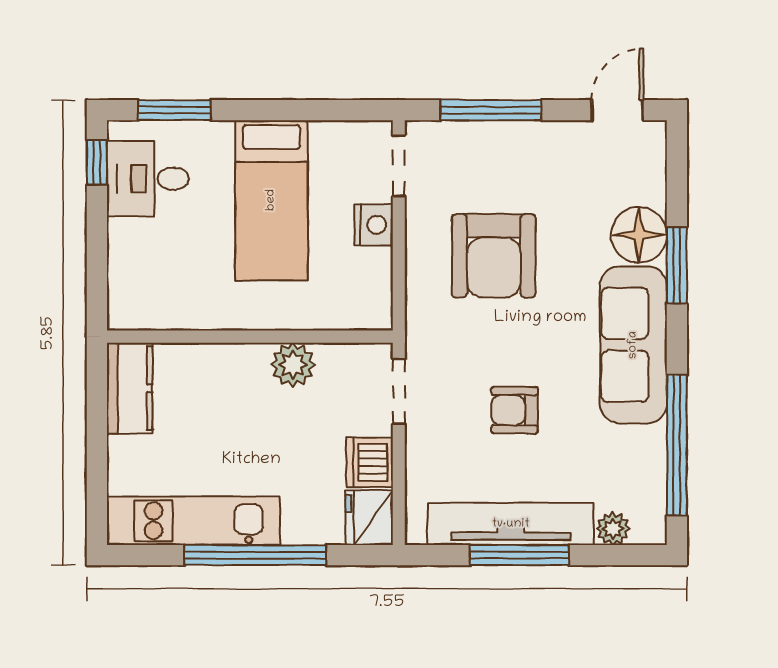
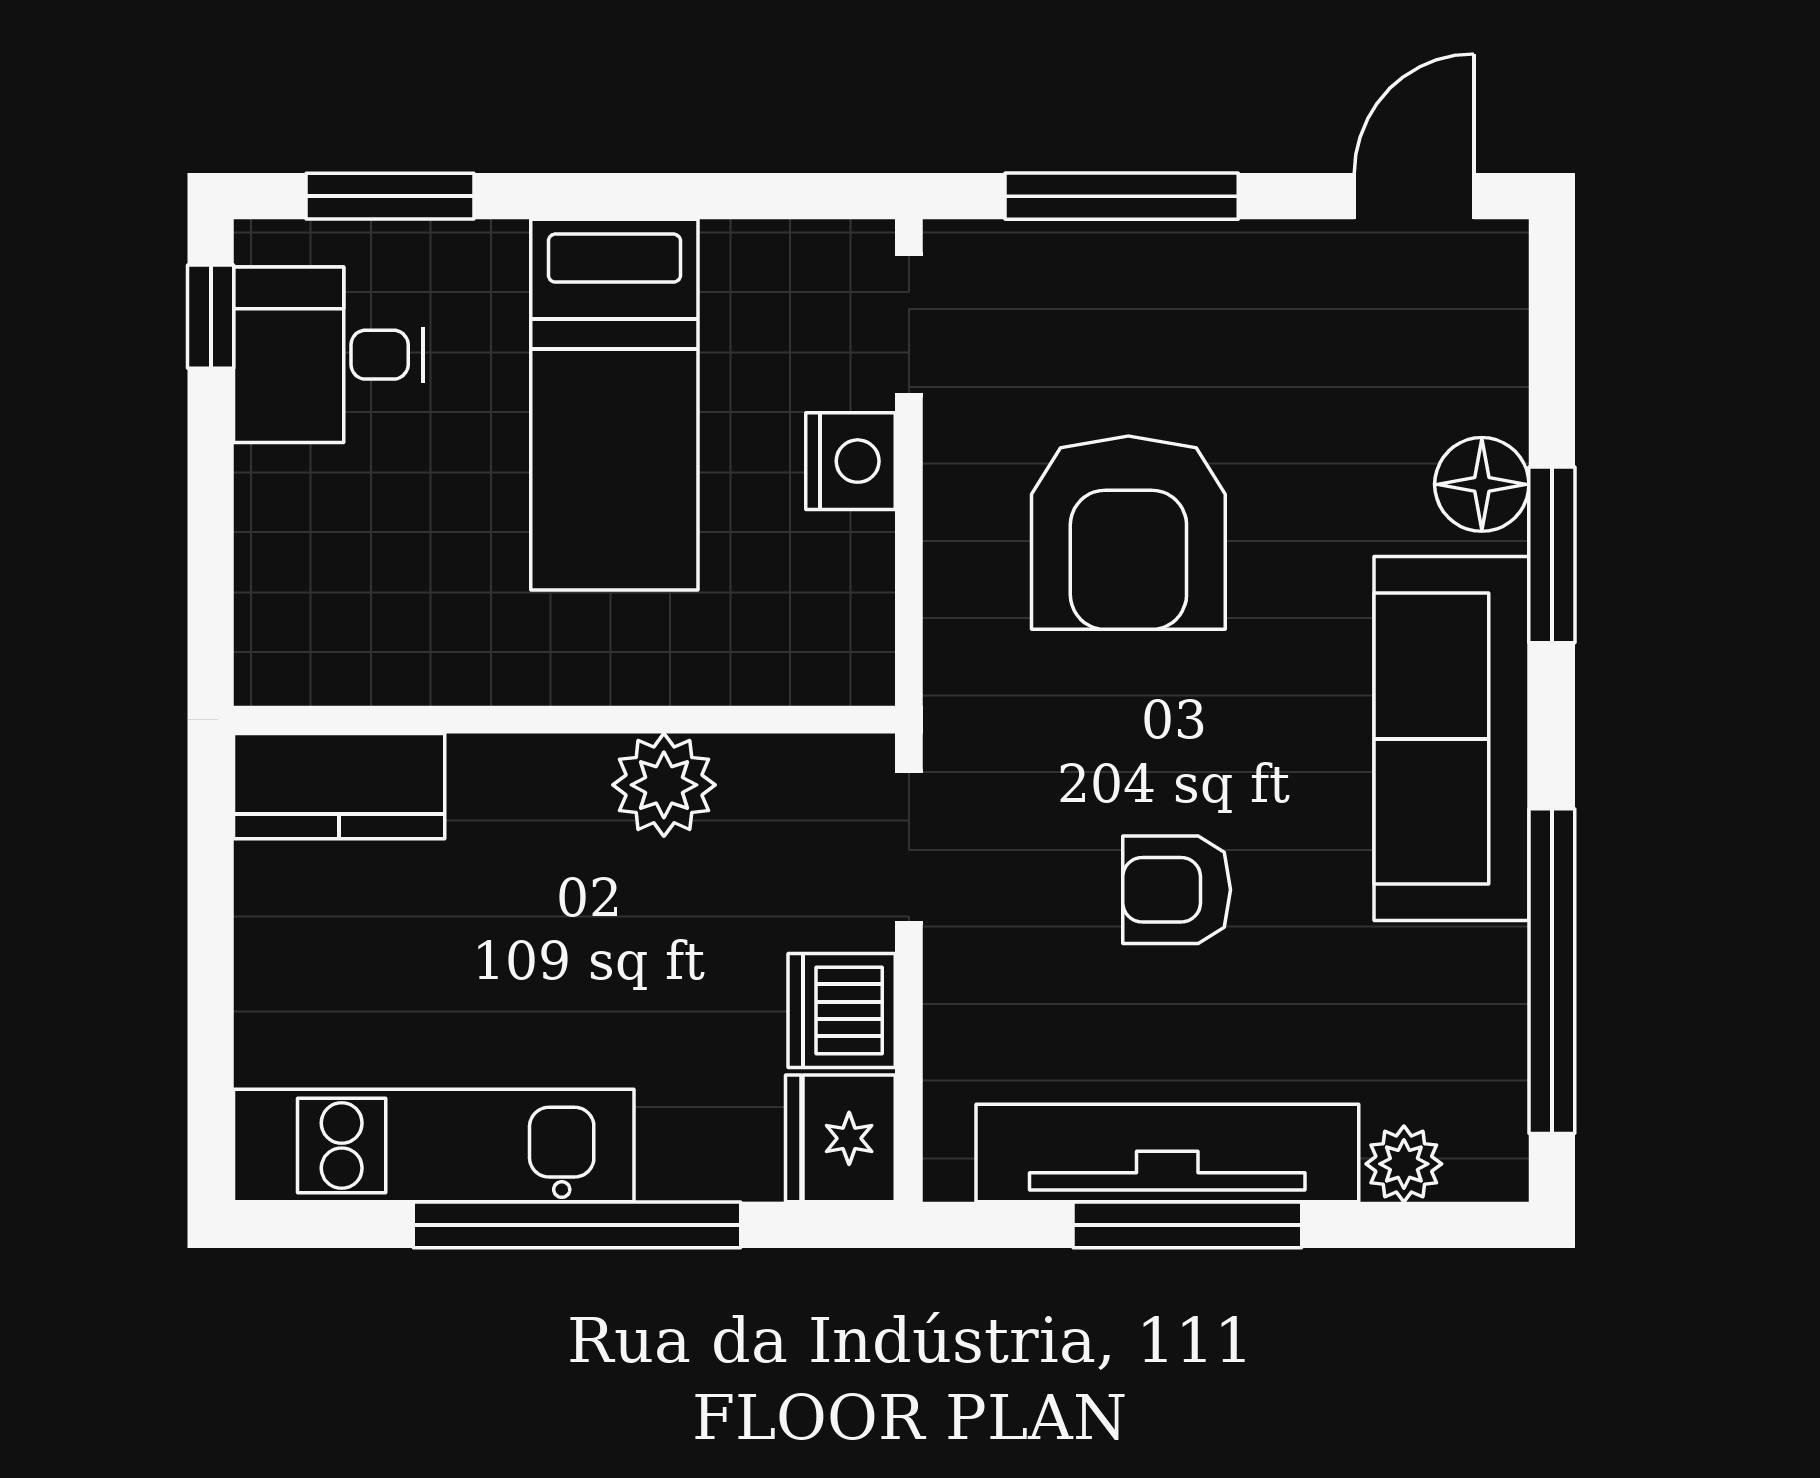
floor lamp: (639, 235) -> (1482, 484), width x0.73, depth x0.73
kitchen counter: (130, 388) -> (339, 786), moved, turned 90

